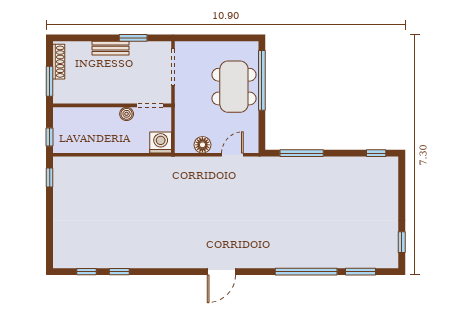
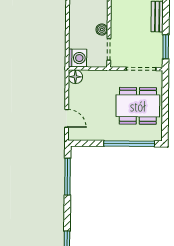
window: (133, 38) -> (166, 47), moved
dining table: (234, 87) -> (138, 106), moved
floor lamp: (202, 145) -> (75, 77), moved

